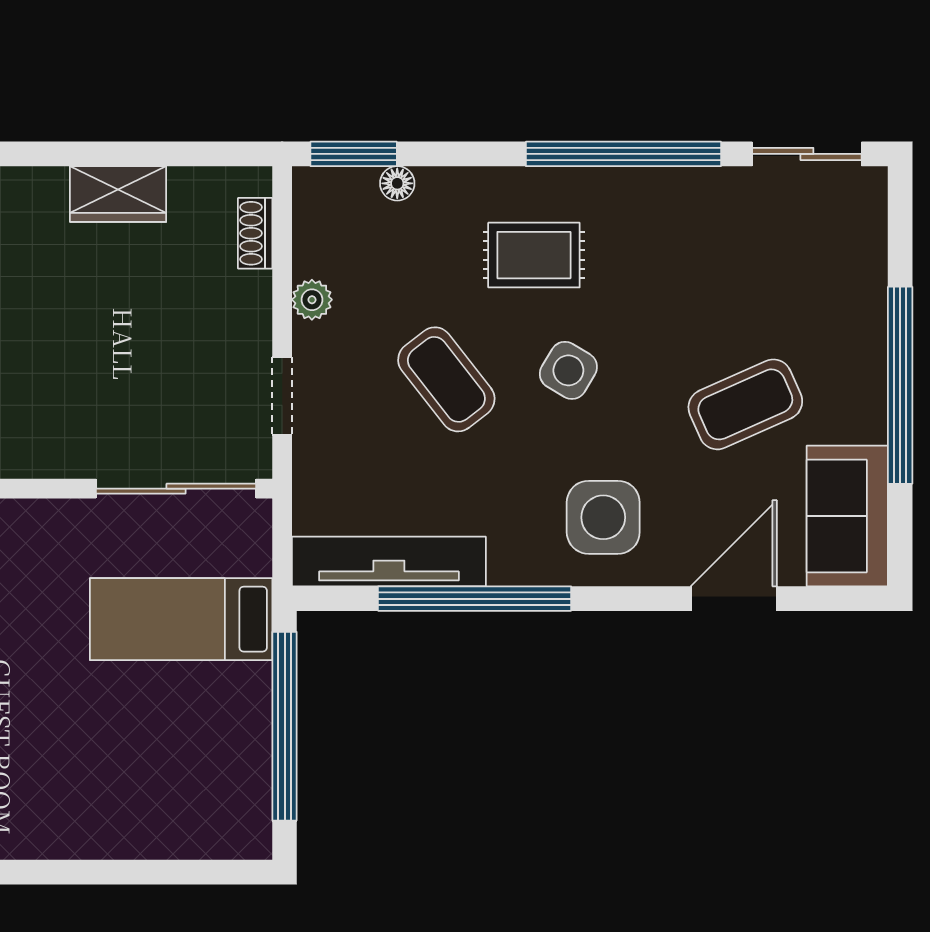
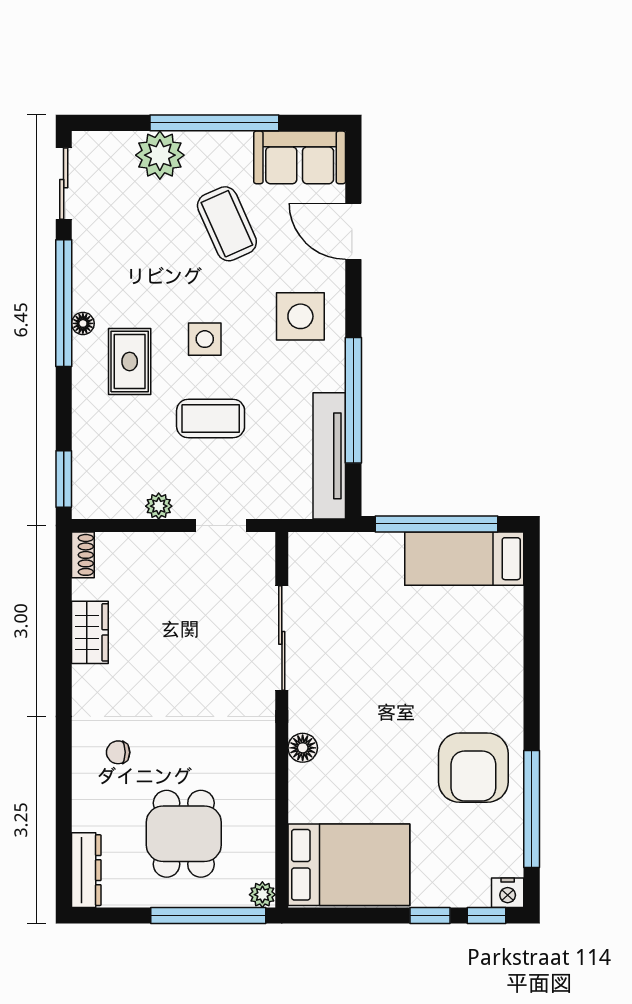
floor lamp: (397, 183) -> (83, 323), moved
shoe rack: (255, 233) -> (83, 555), moved, turned -90
plant: (851, 302) -> (160, 155), added
side table: (568, 370) -> (205, 339), turned -31
coffee table: (446, 379) -> (211, 419), turned 38
sliding door: (176, 489) -> (282, 638), moved
bed: (181, 619) -> (464, 559), moved, turned 90

